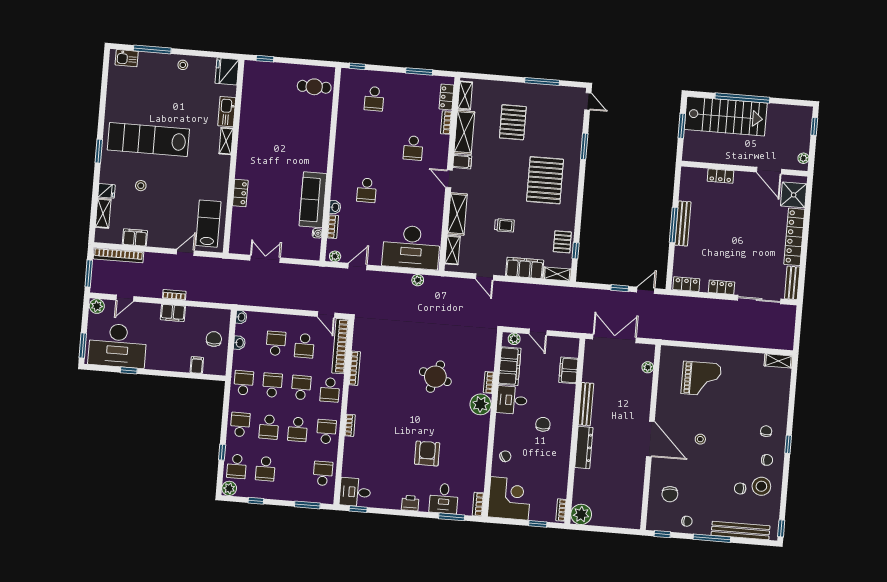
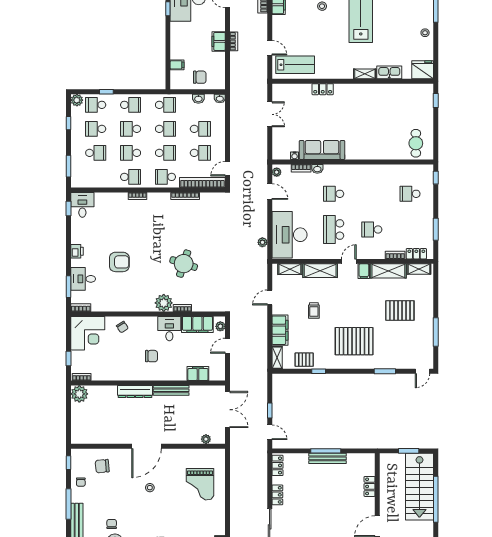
school desk: (409, 194) -> (334, 230), added
window: (576, 251) -> (319, 371), moved
school desk: (305, 346) -> (200, 153), turned 180
school desk: (323, 473) -> (96, 153), moved

